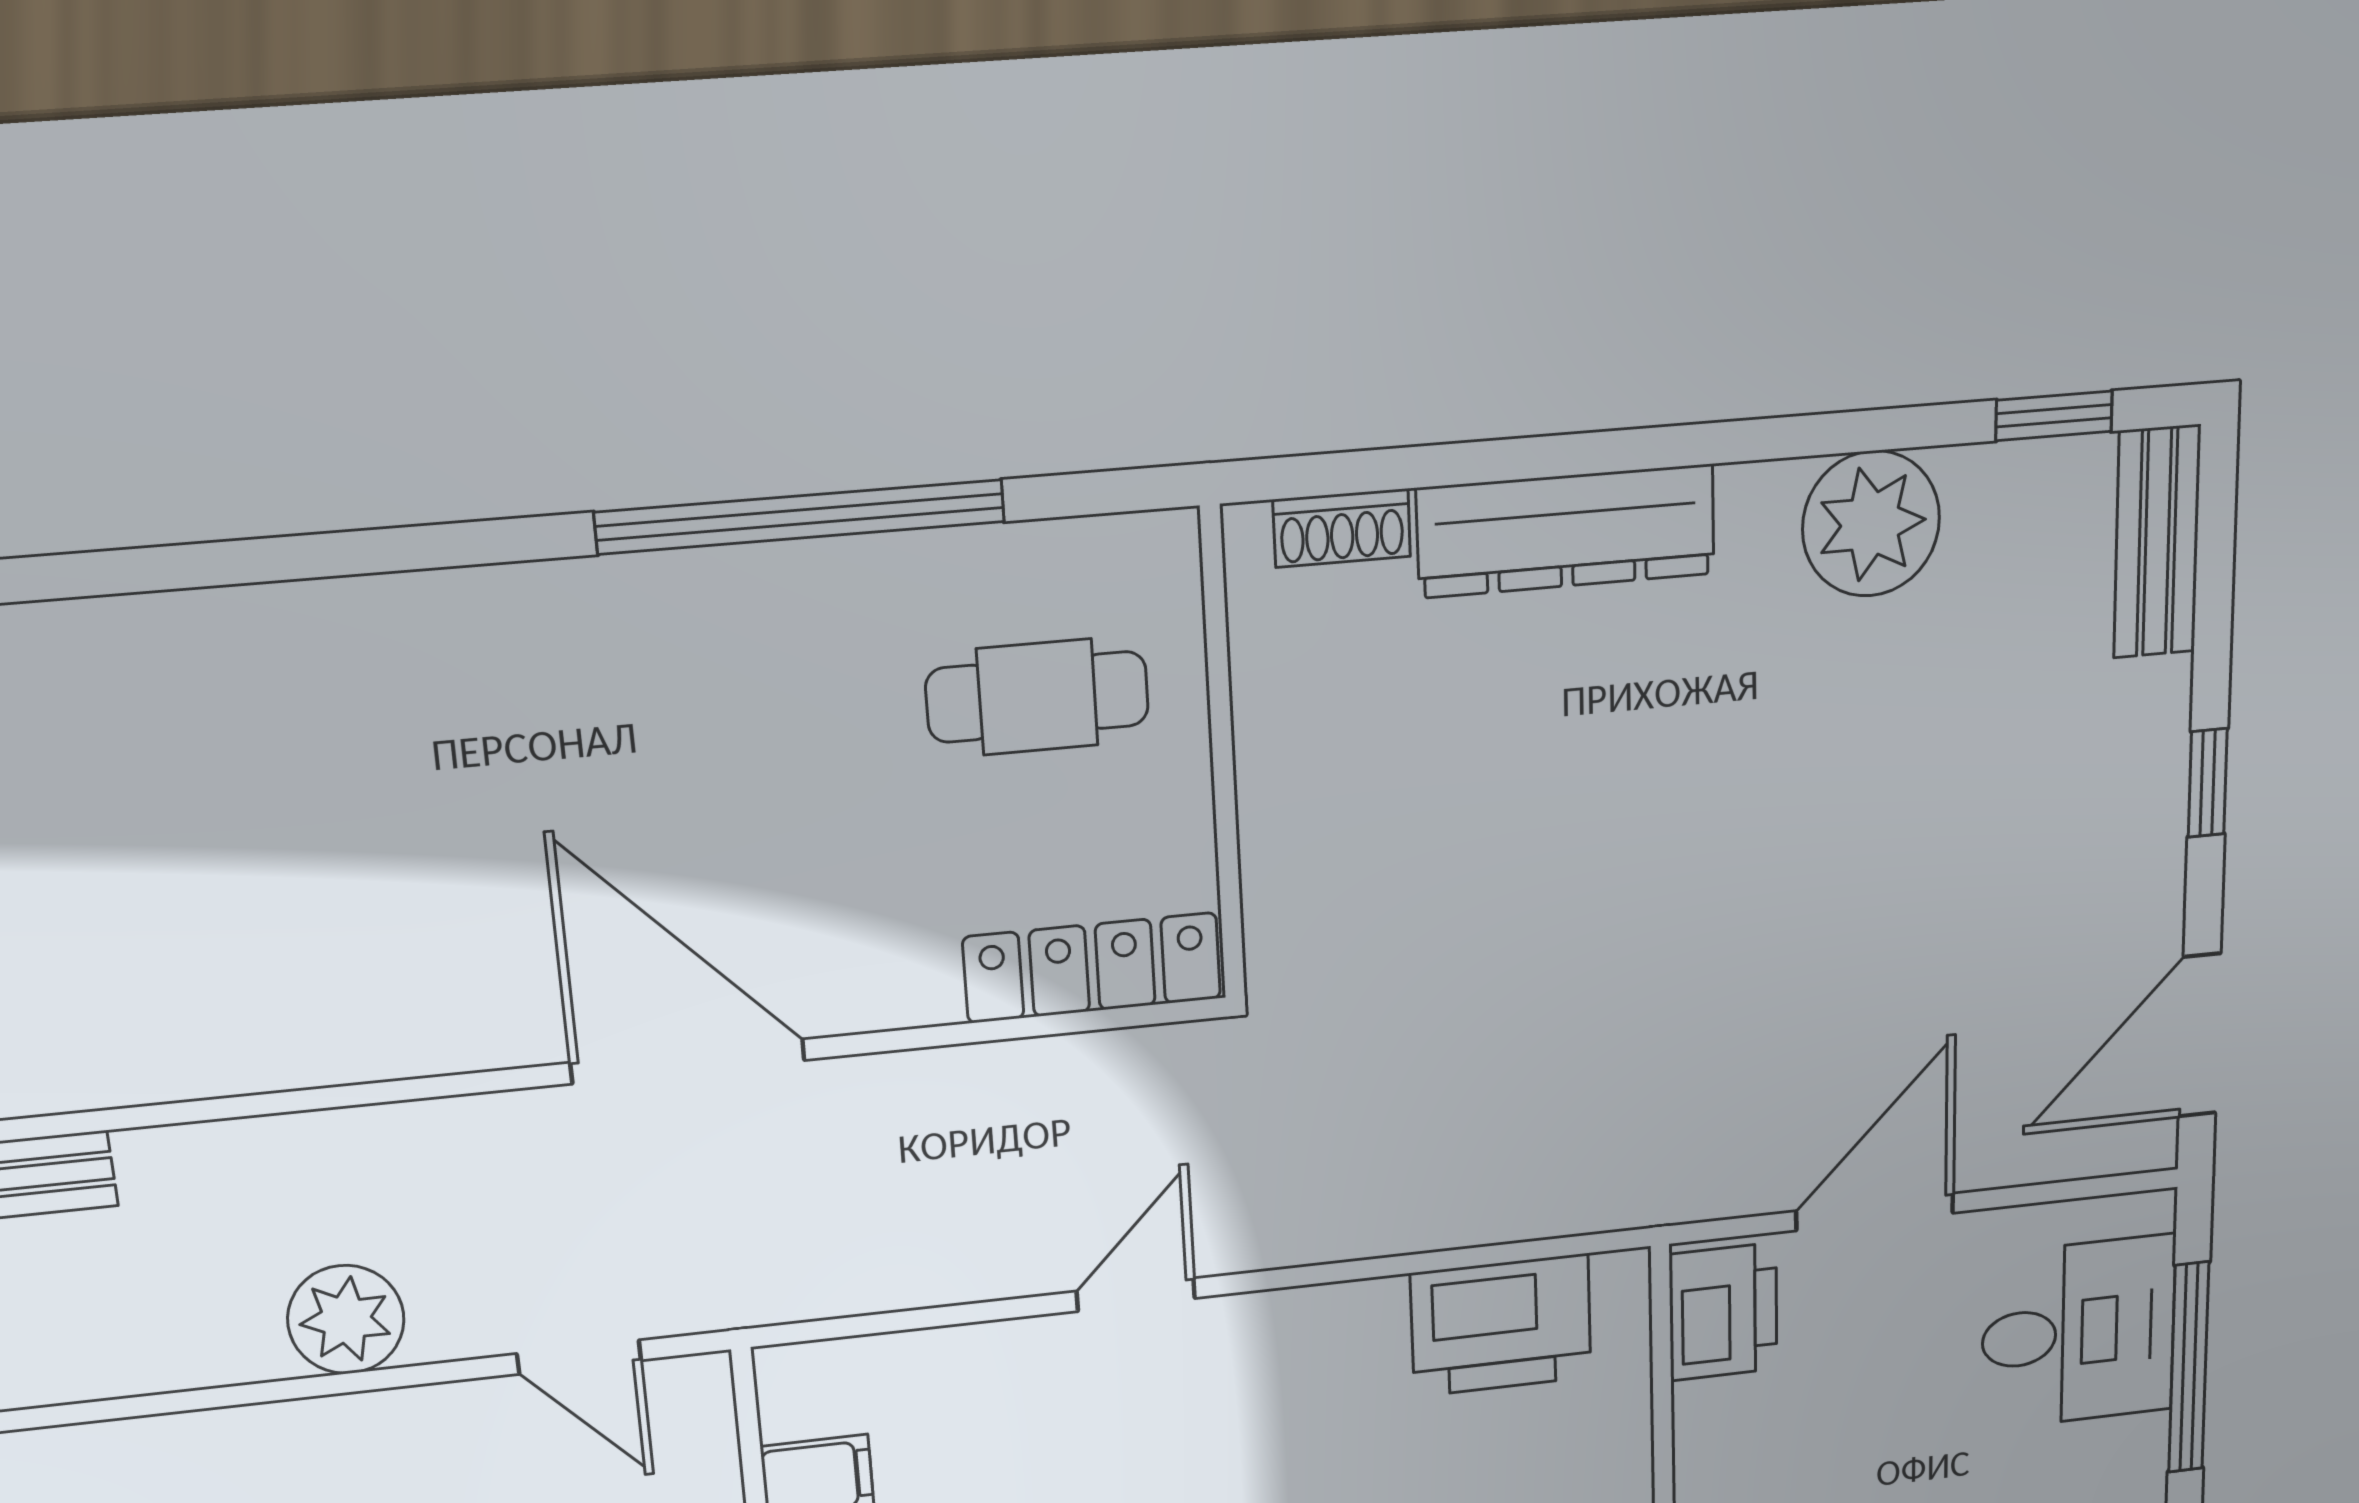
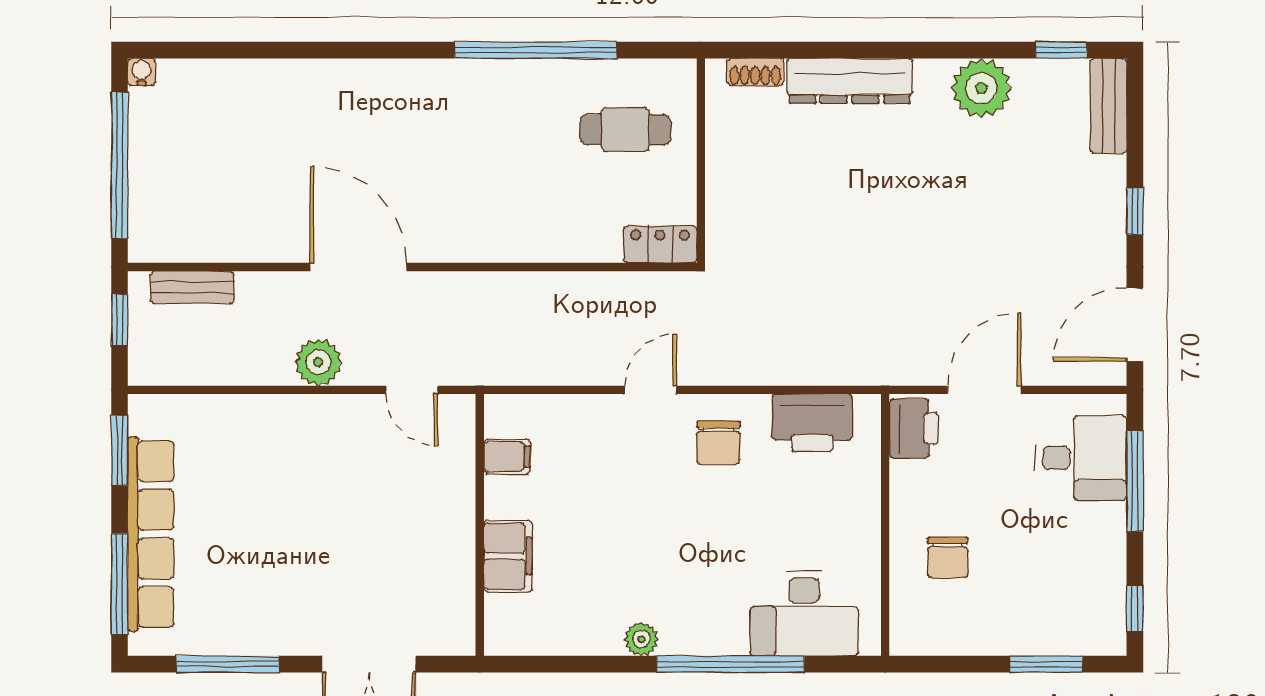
locker: (1092, 968) -> (660, 244), width x0.66
door: (688, 1061) -> (358, 267), moved
chair: (1295, 1392) -> (718, 443), added

